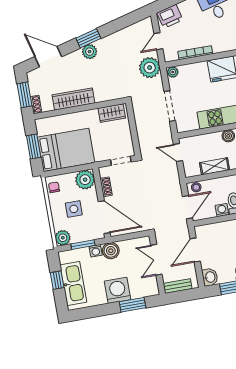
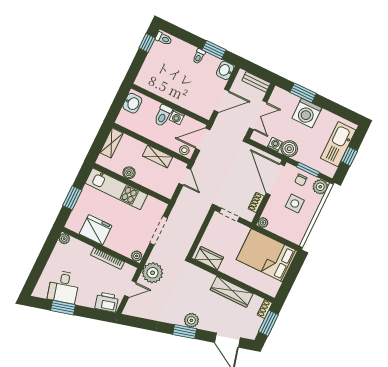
window: (34, 146) -> (291, 277), removed
door: (178, 153) -> (185, 176), moved
plant: (85, 180) -> (263, 222), width x0.53, depth x0.53
chair: (54, 187) -> (301, 180), moved
washing machine: (96, 251) -> (275, 145), moved

